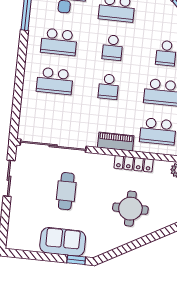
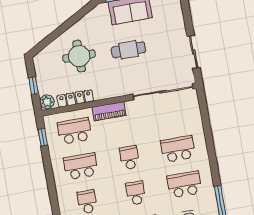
locker: (134, 164) -> (75, 98), moved
cafe table: (66, 191) -> (129, 50), moved, turned 90

